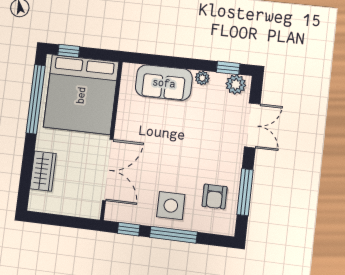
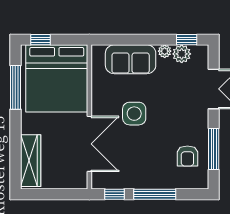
plant: (236, 84) -> (182, 54), moved
window: (36, 99) -> (15, 87), width x0.68
wardrobe: (43, 171) -> (31, 161), width x1.50
side table: (171, 206) -> (134, 114), moved

